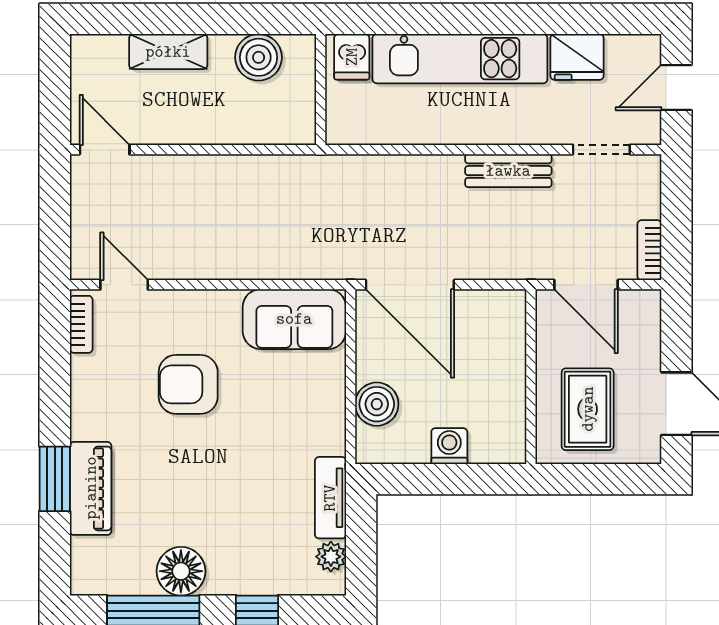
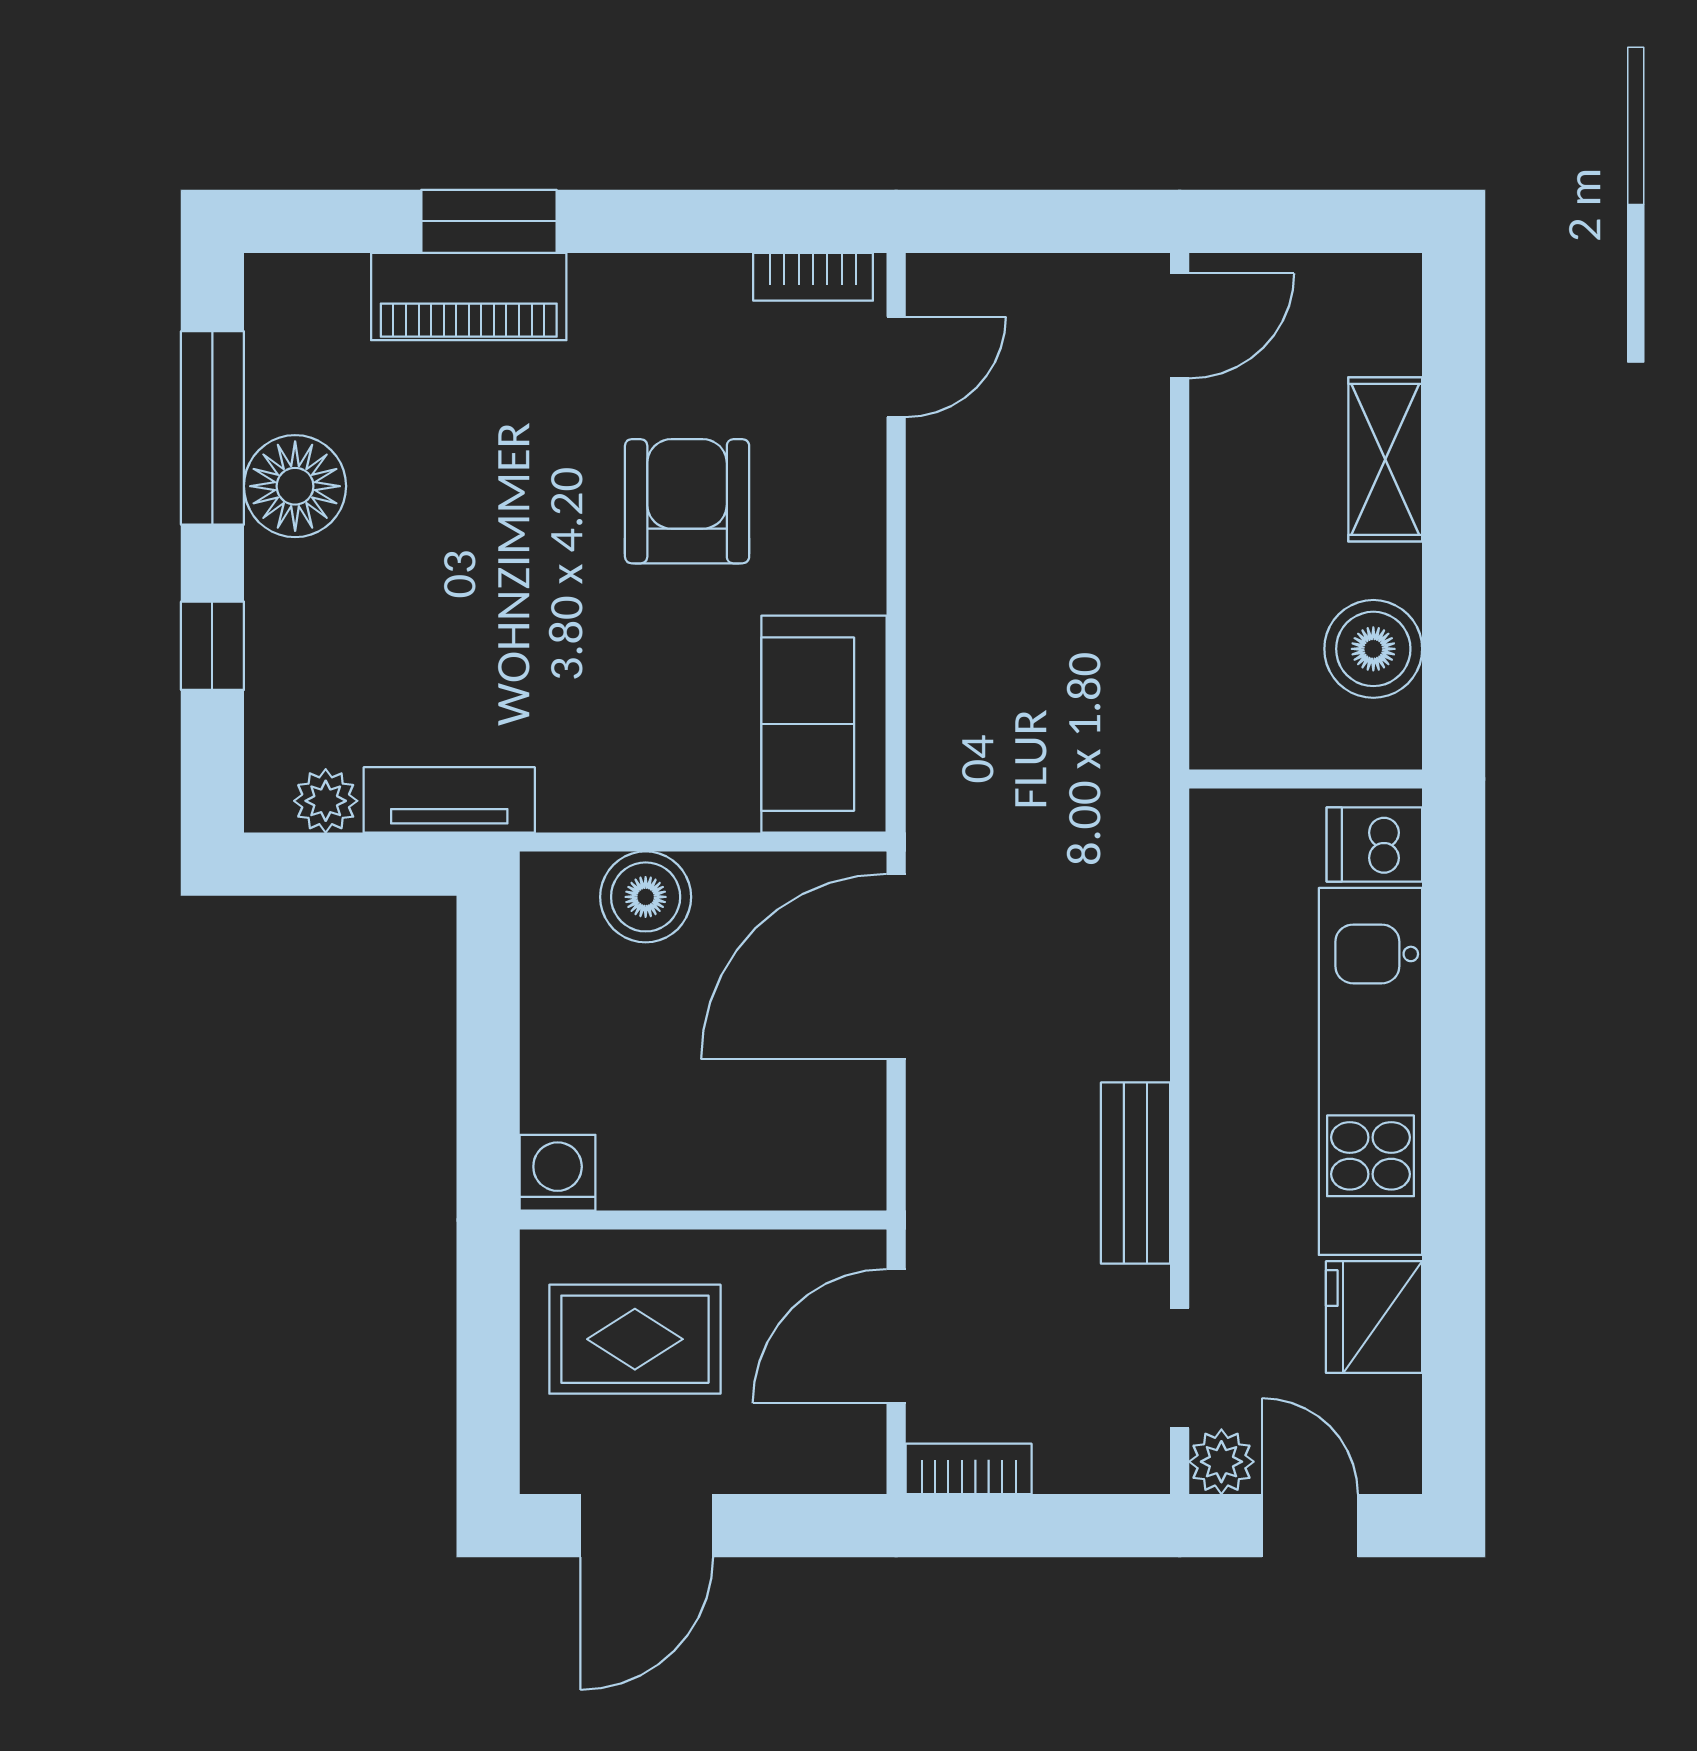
plant: (646, 130) -> (1221, 1462), added
washing machine: (449, 446) -> (558, 1173), moved, turned -90

